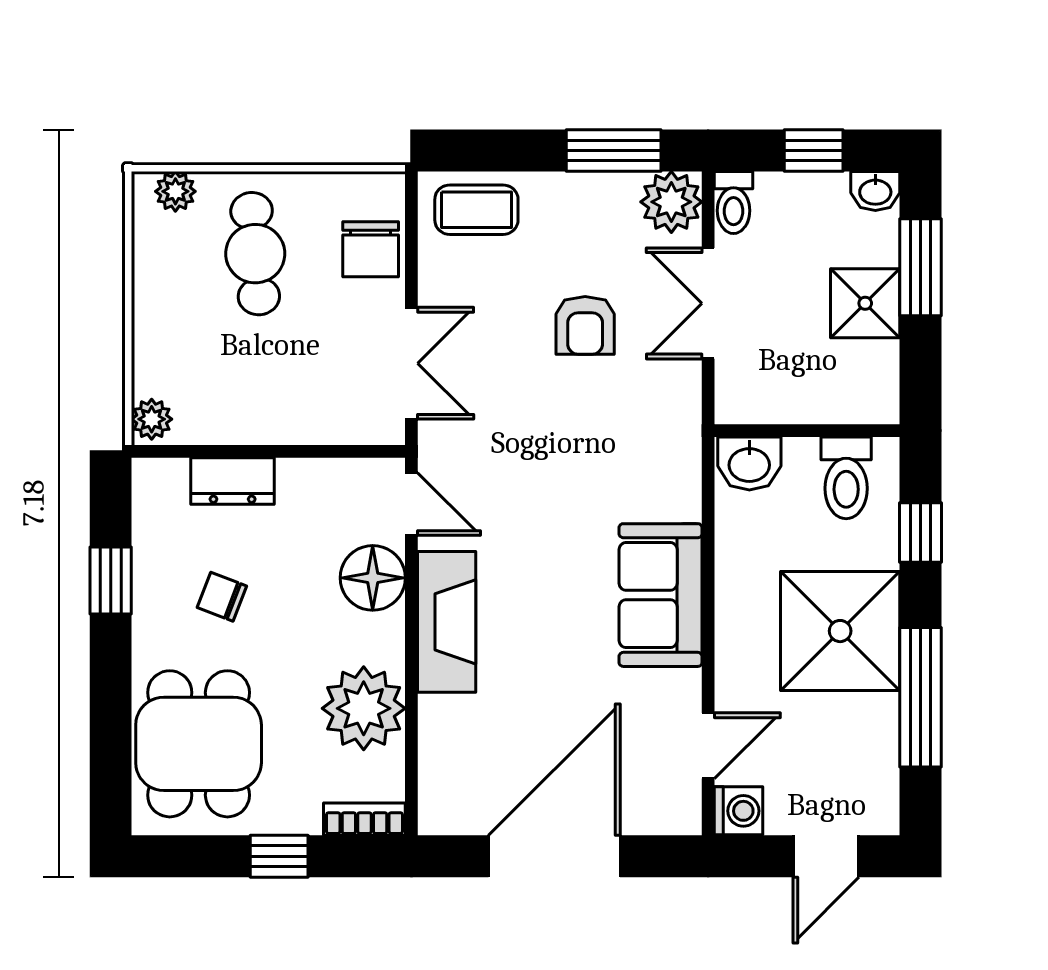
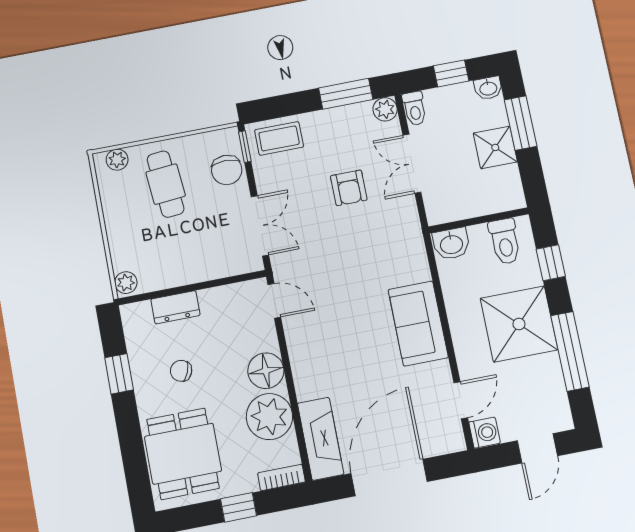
plant: (671, 202) -> (385, 109), width x0.73, depth x0.73
window: (411, 213) -> (245, 147), added
floor lamp: (373, 578) -> (266, 371), moved
fireplace: (447, 622) -> (321, 439), moved

